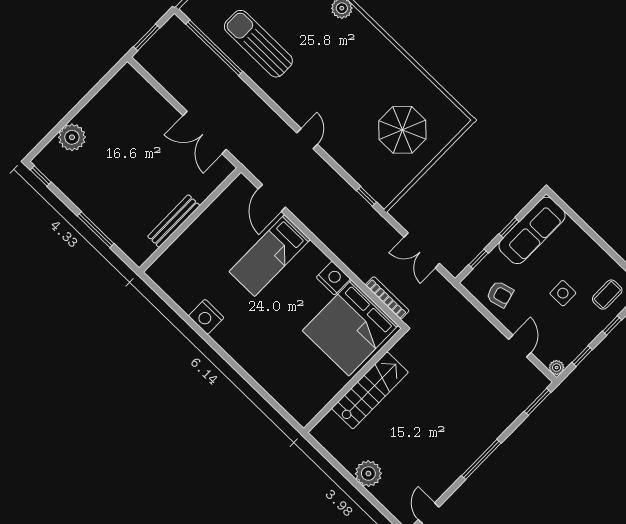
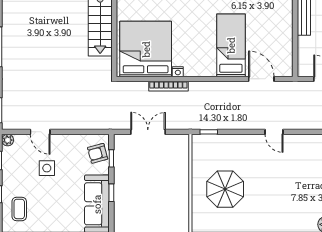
nightstand: (333, 278) -> (178, 72), width x0.53, depth x0.56
side table: (563, 293) -> (47, 168), moved
armchair: (500, 294) -> (98, 153), moved
bookcase: (387, 298) -> (168, 86), moved

